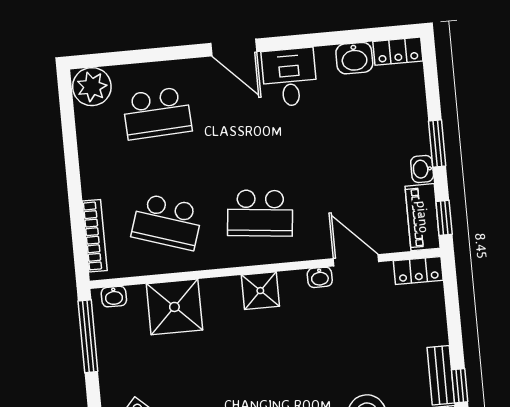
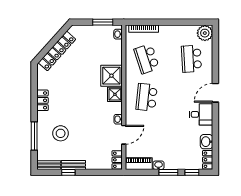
window: (444, 218) -> (192, 172), moved
school desk: (167, 222) -> (147, 59), turned -36
shower: (174, 307) -> (111, 76), moved
window: (88, 336) -> (103, 22), width x0.69

